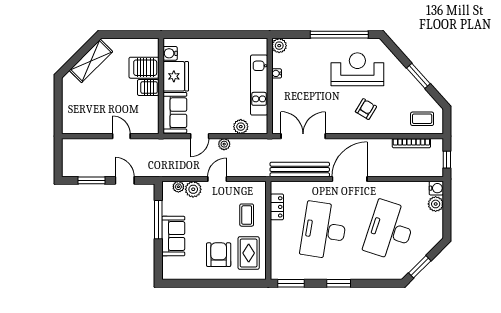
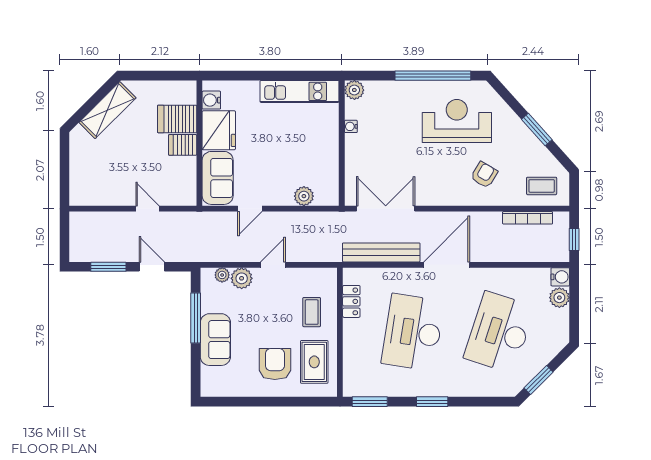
kitchen unit: (259, 85) -> (300, 91), moved, turned -90
armchair: (366, 109) -> (484, 175), moved
plant: (224, 144) -> (282, 219), removed

